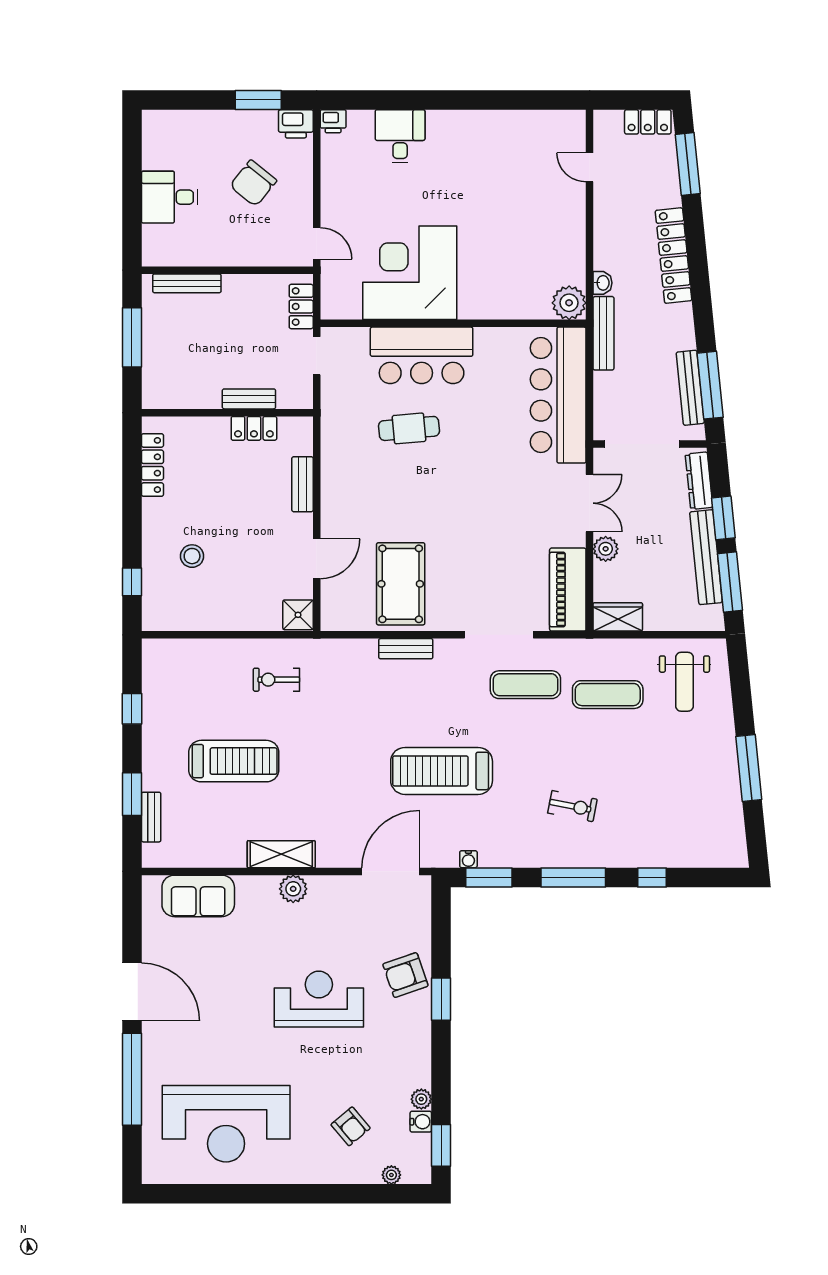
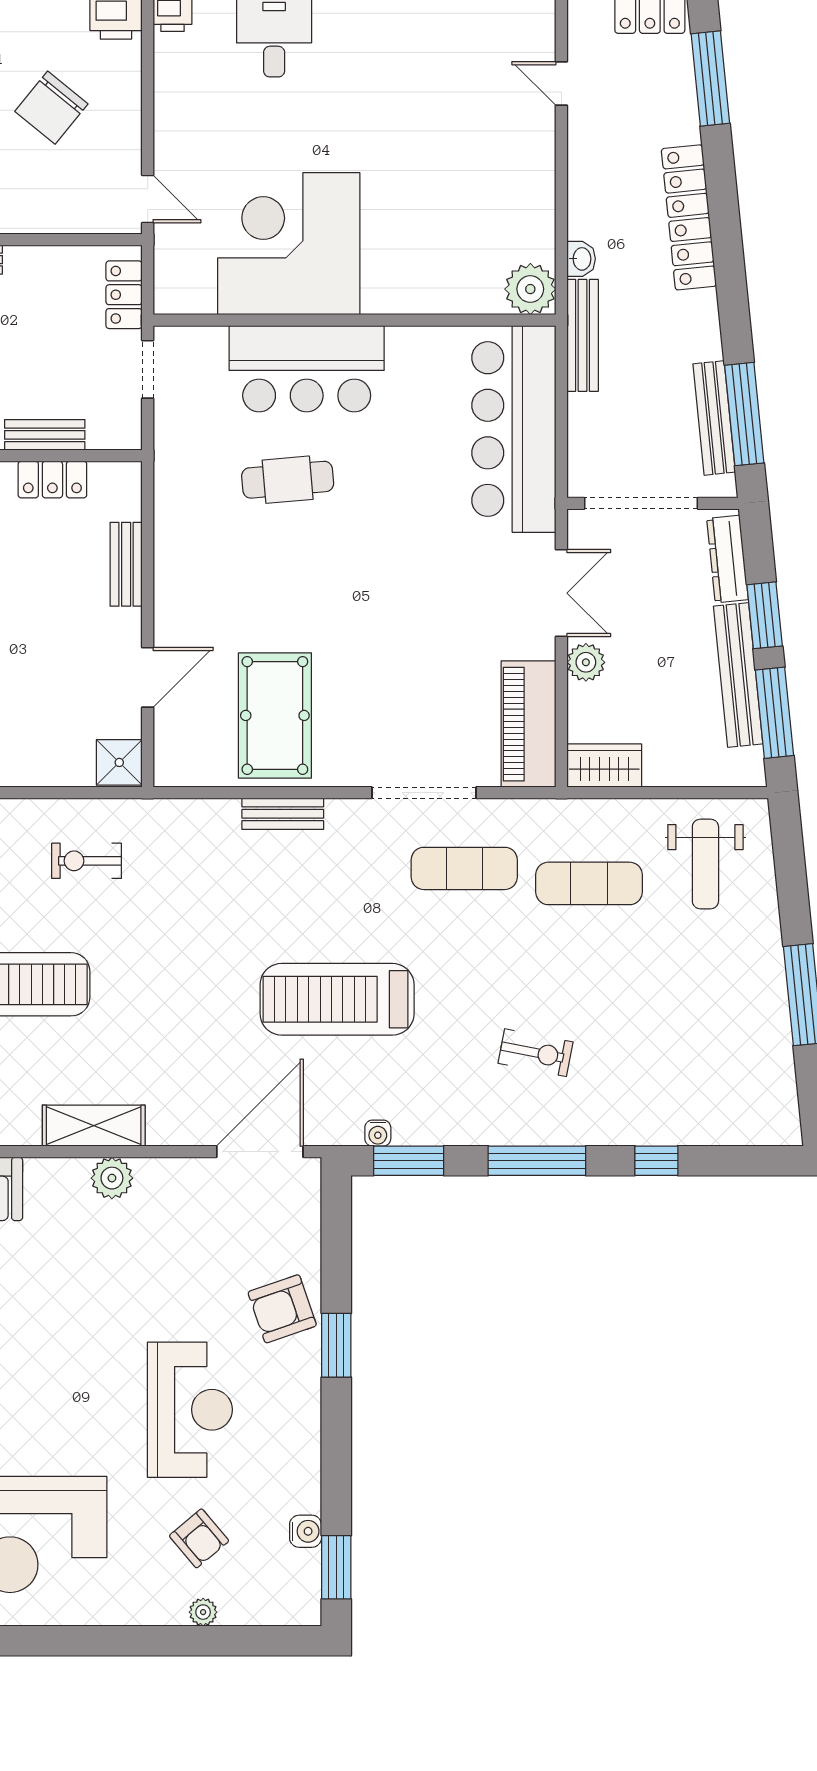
reception desk: (319, 999) -> (190, 1410), moved, turned 90
plant: (421, 1099) -> (306, 1497), removed
plant: (391, 1175) -> (203, 1612), moved

